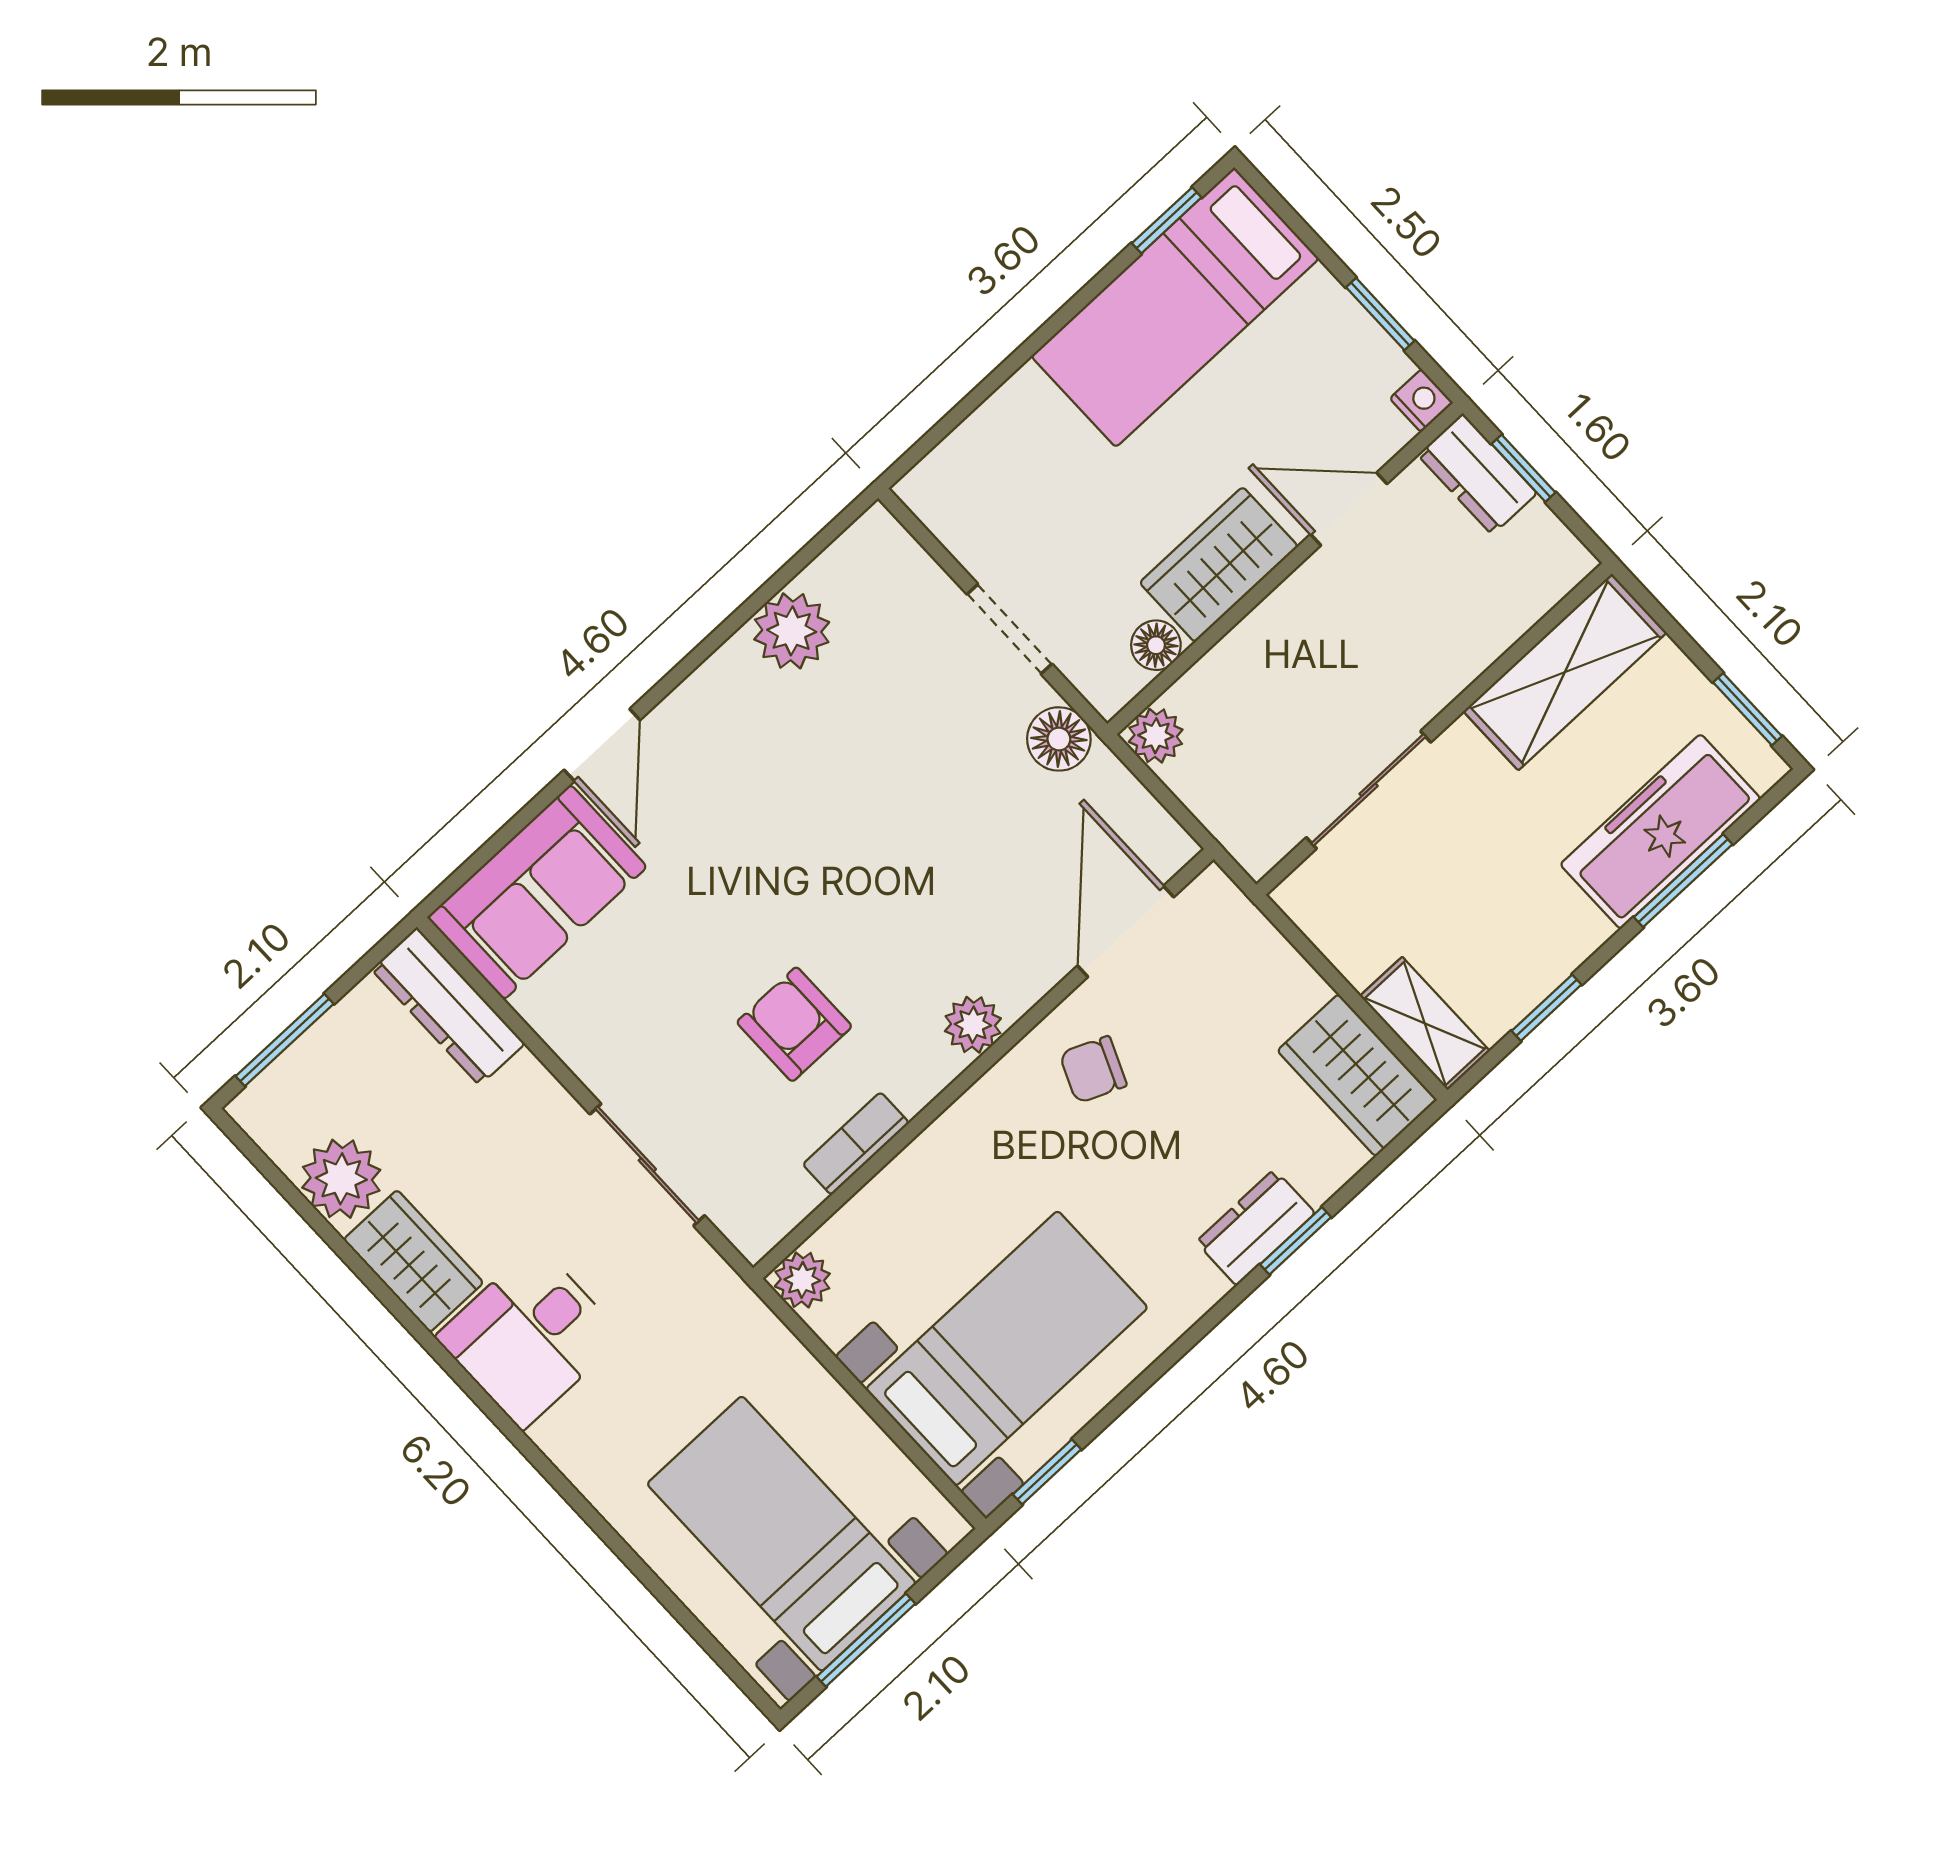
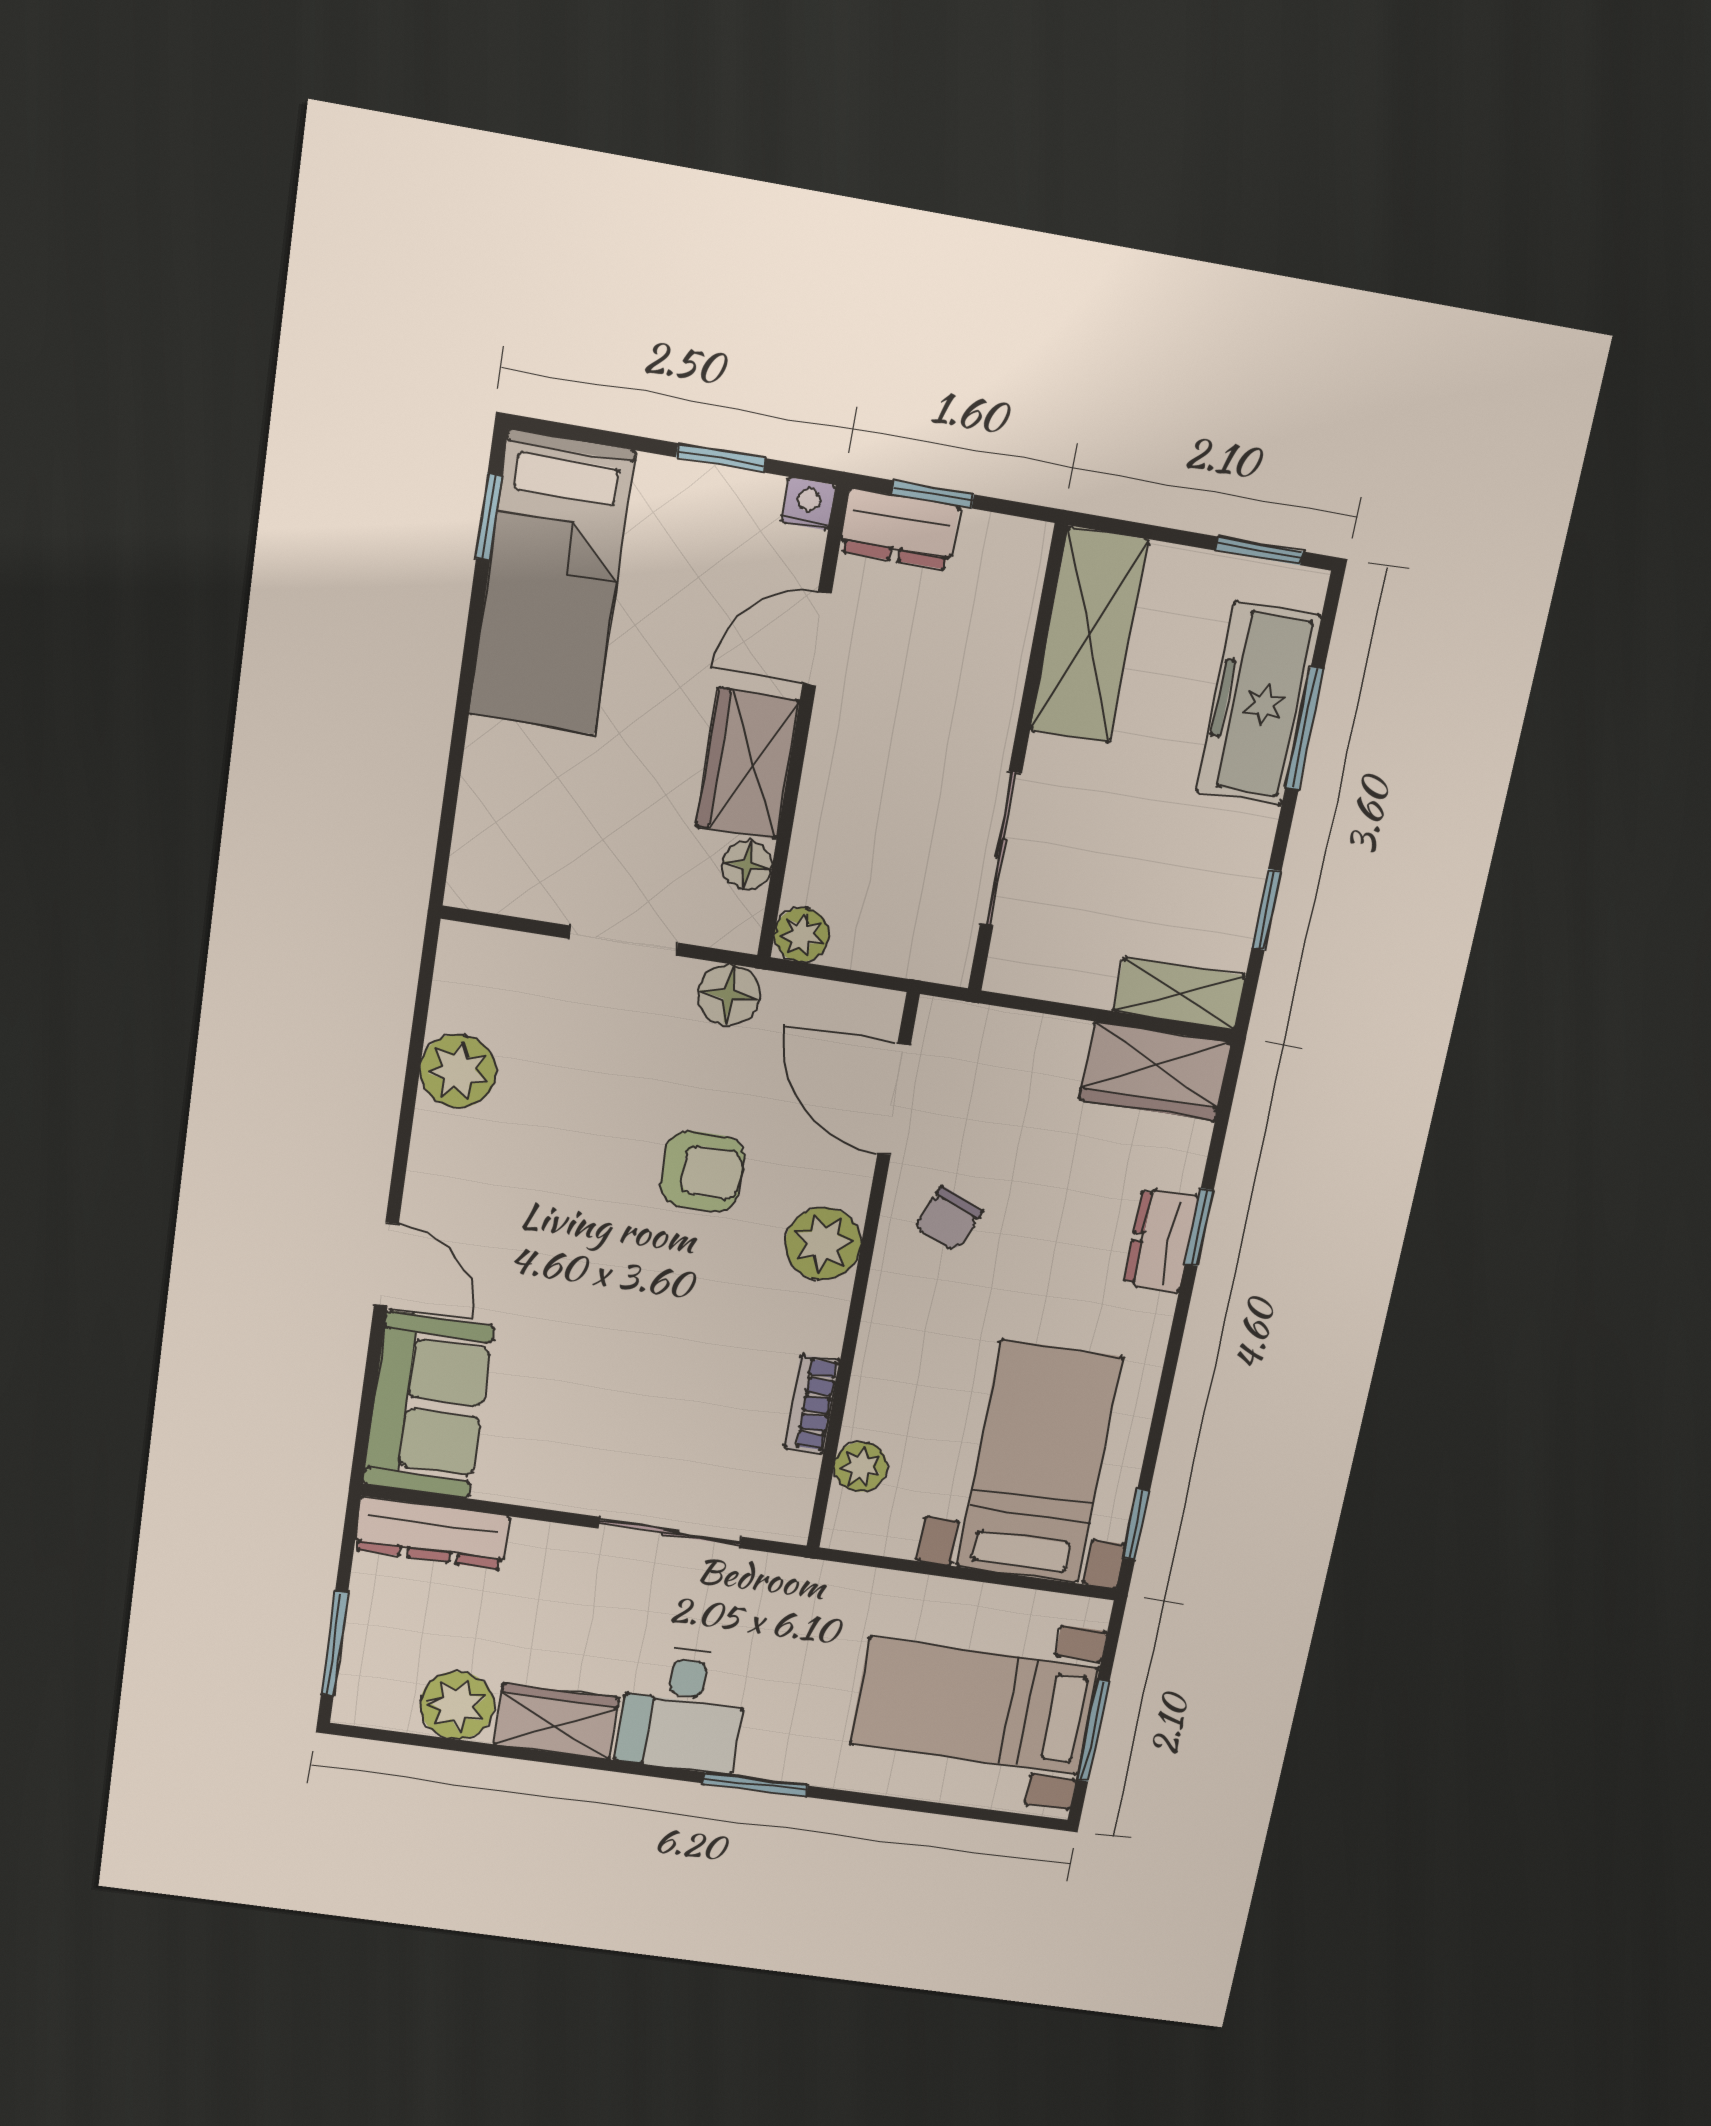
armchair: (794, 1024) -> (702, 1171), moved, turned 180
plant: (973, 1025) -> (823, 1244), width x1.38, depth x1.38
plant: (802, 1280) -> (861, 1467), moved
window: (536, 1458) -> (755, 1784), added

